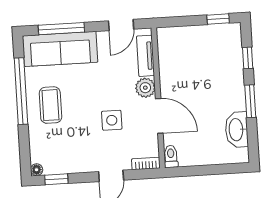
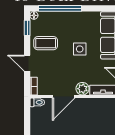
window: (21, 91) -> (60, 8), moved
coffee table: (50, 105) -> (46, 43), moved
side table: (112, 120) -> (80, 49), moved

